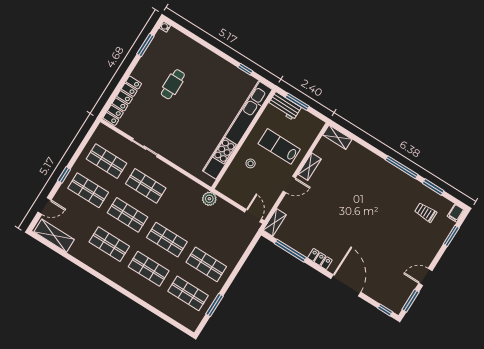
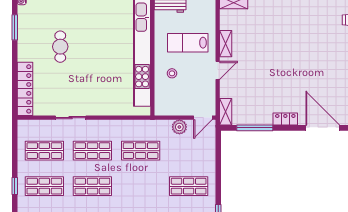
plant: (209, 199) -> (179, 127), moved
door: (253, 216) -> (203, 118), swing flipped
shop shelf: (167, 240) -> (141, 151), moved

